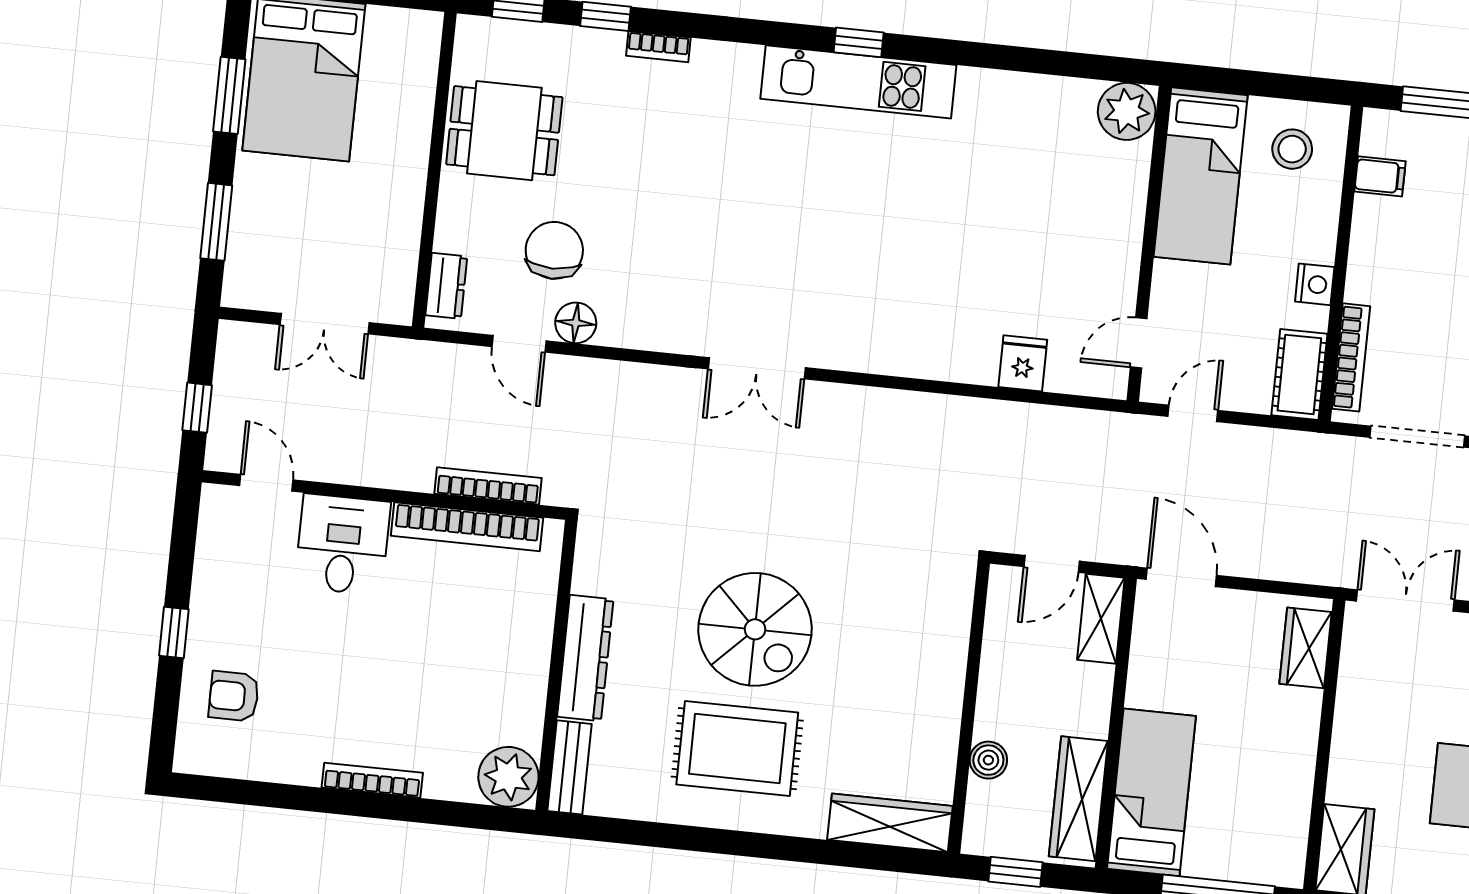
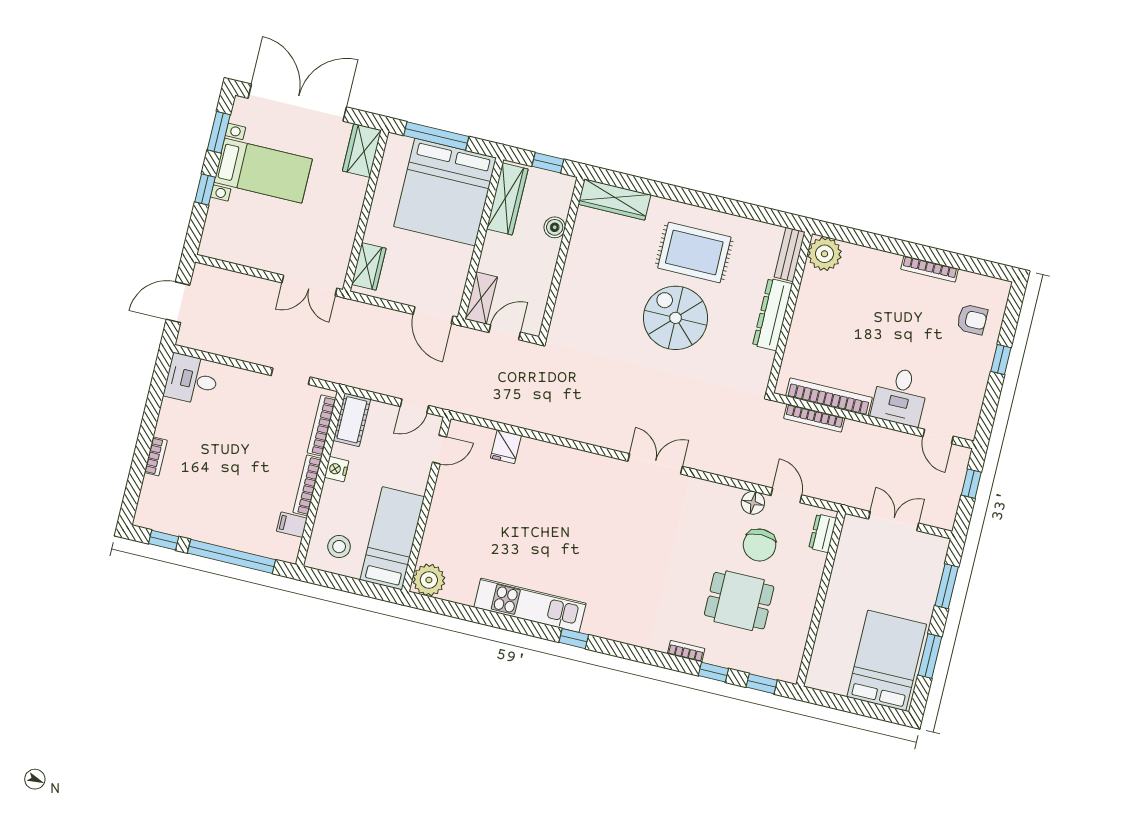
kitchen unit: (858, 82) -> (530, 605), moved
dining table: (504, 131) -> (739, 601), moved
bookcase: (1362, 249) -> (307, 485), added
doorway: (1417, 437) -> (291, 376), width x0.73
bookcase: (372, 780) -> (930, 269), moved
bed: (1151, 792) -> (445, 192), width x2.04

